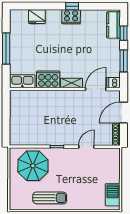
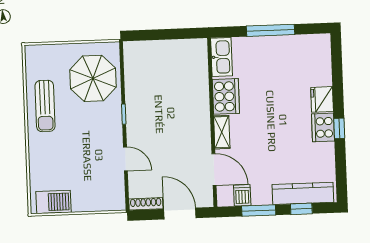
fridge: (37, 17) -> (322, 99), moved
kitchen counter: (114, 25) -> (303, 193), width x1.50
dishwasher: (113, 83) -> (242, 195), moved

